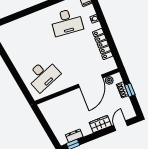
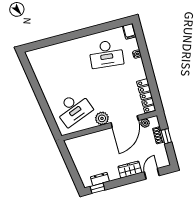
locker: (103, 44) -> (146, 96), moved
plant: (70, 81) -> (102, 118), added

